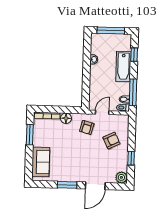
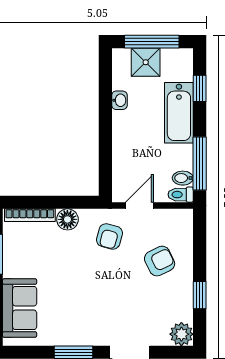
shower: (107, 41) -> (146, 62), added

